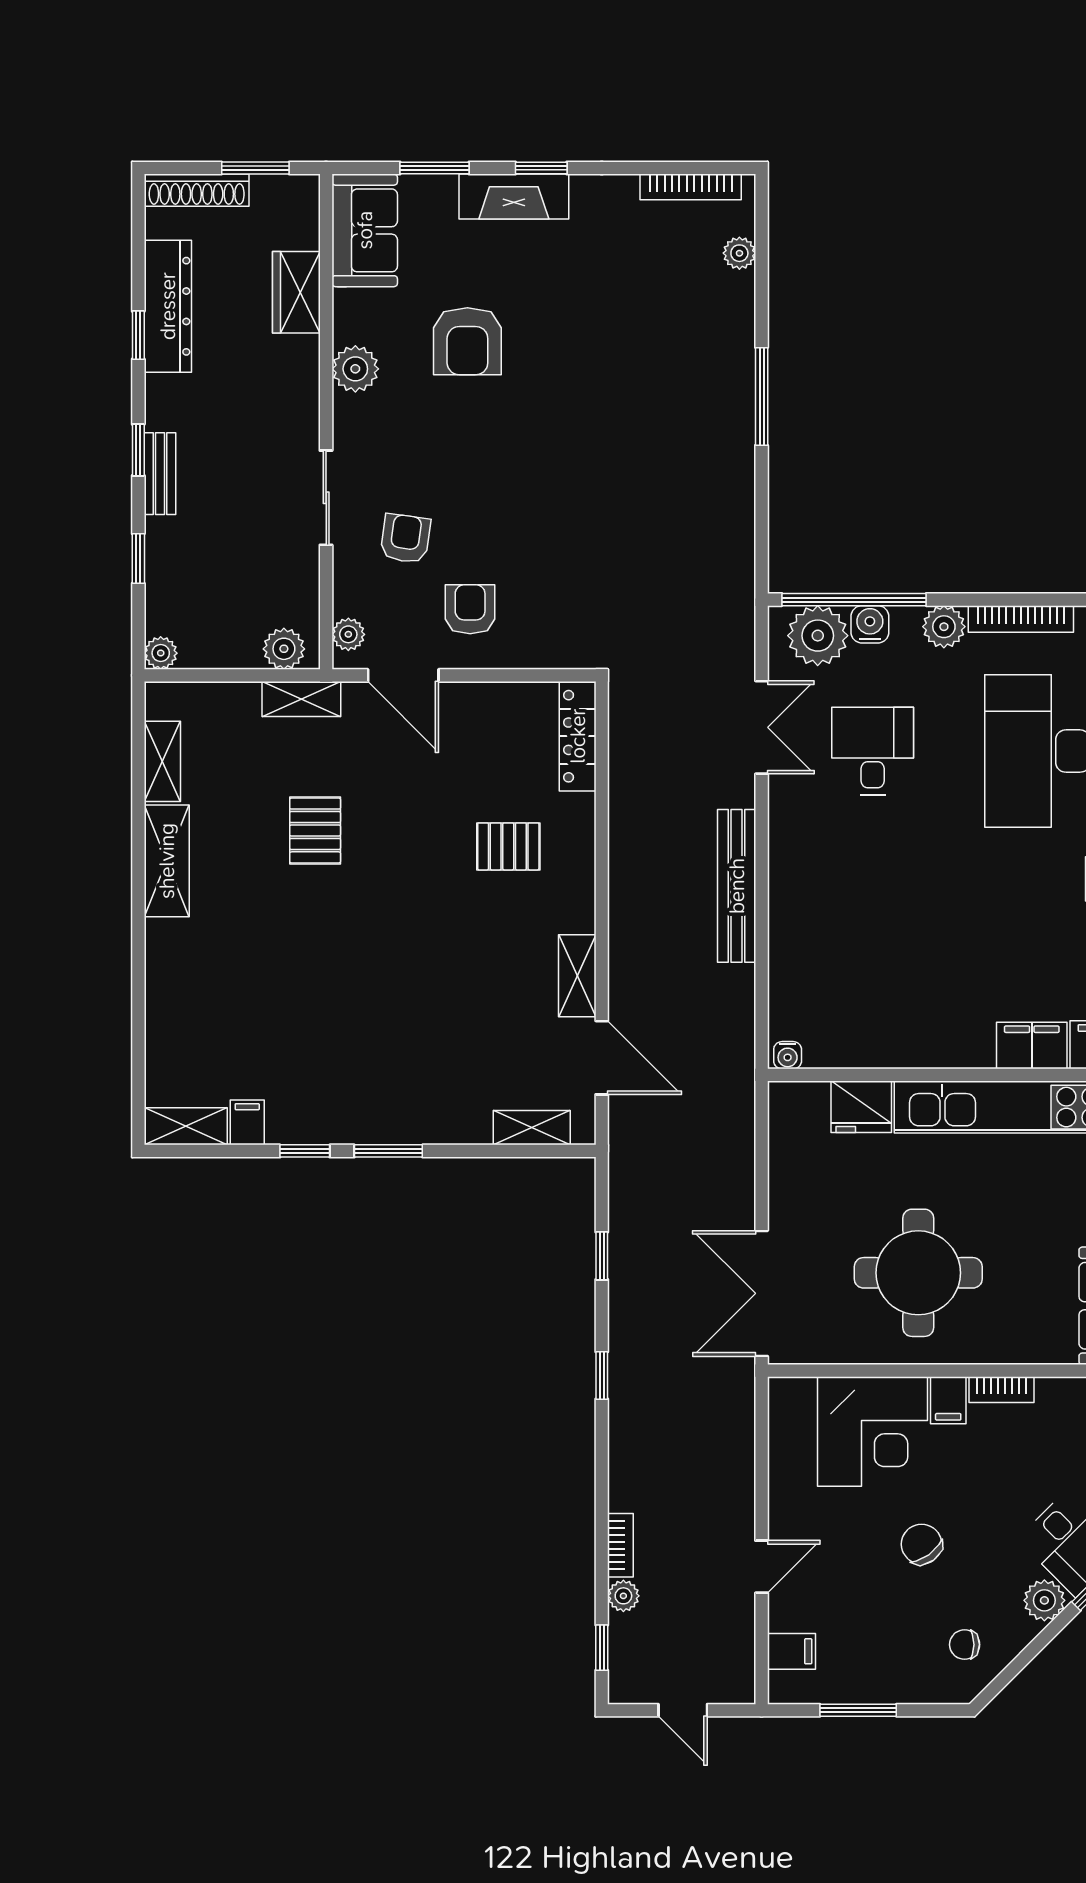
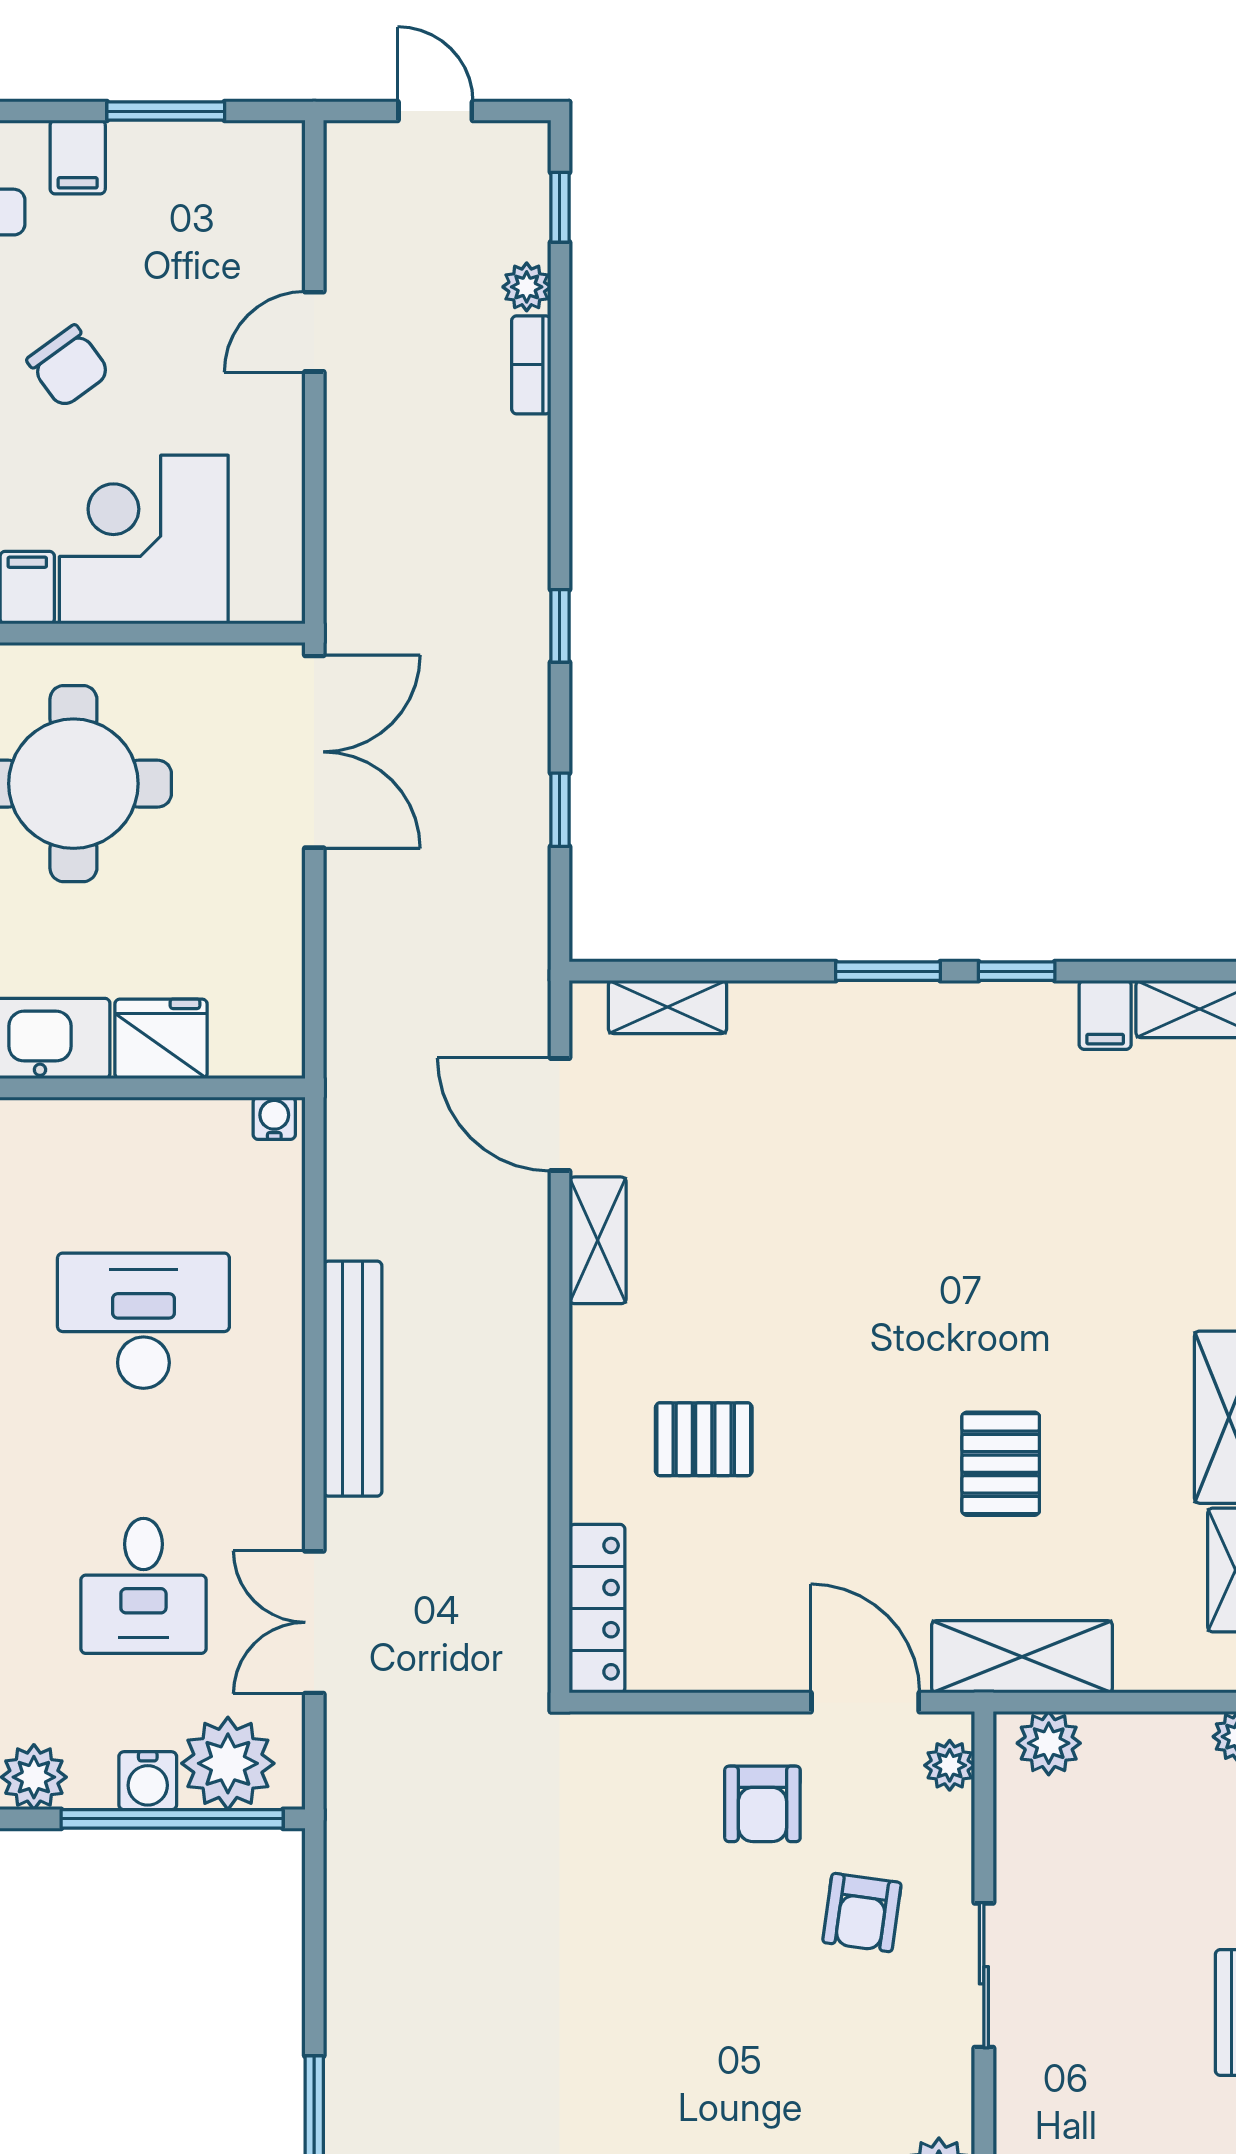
shelving: (301, 699) -> (1022, 1657), width x1.50, depth x1.33
desk: (873, 923) -> (143, 1321), added
filing cabinet: (792, 1651) -> (78, 157), moved, turned -90

